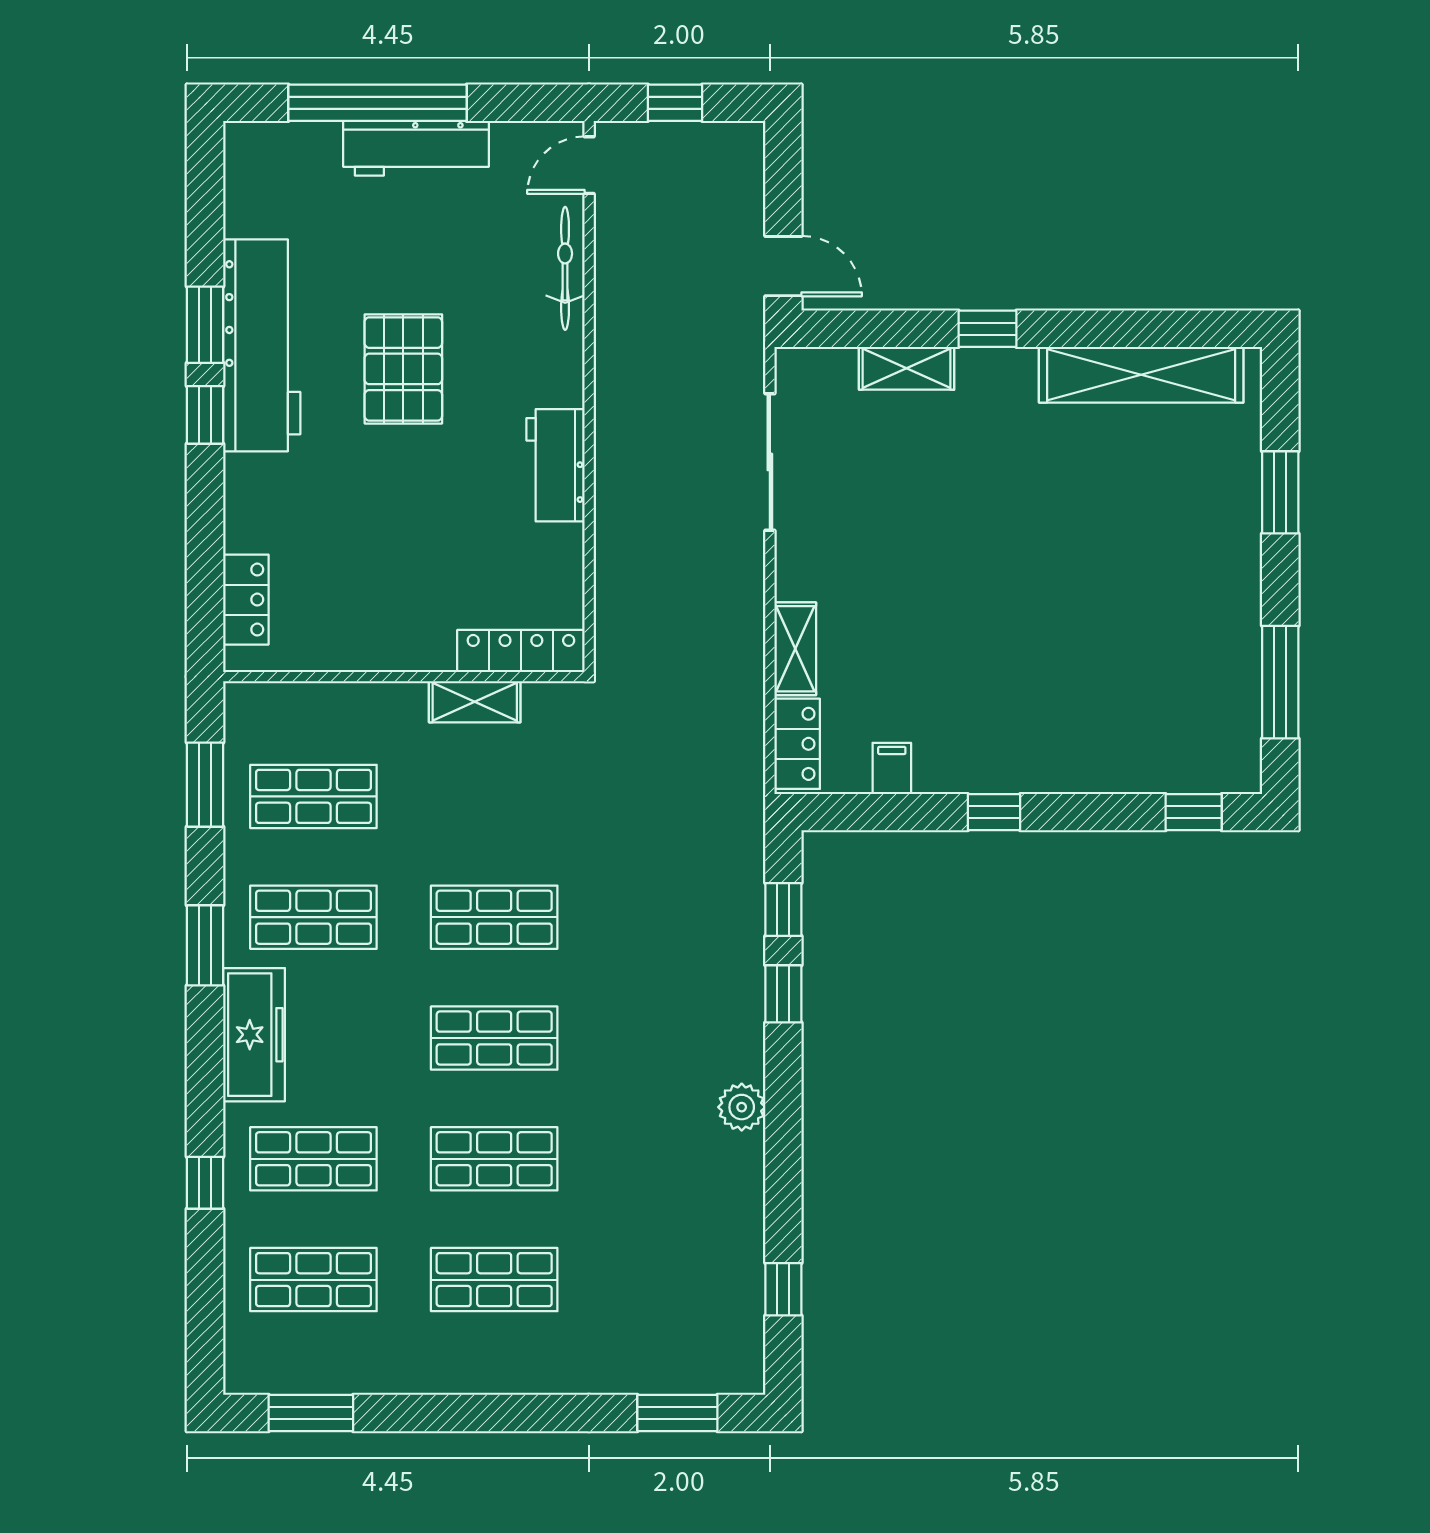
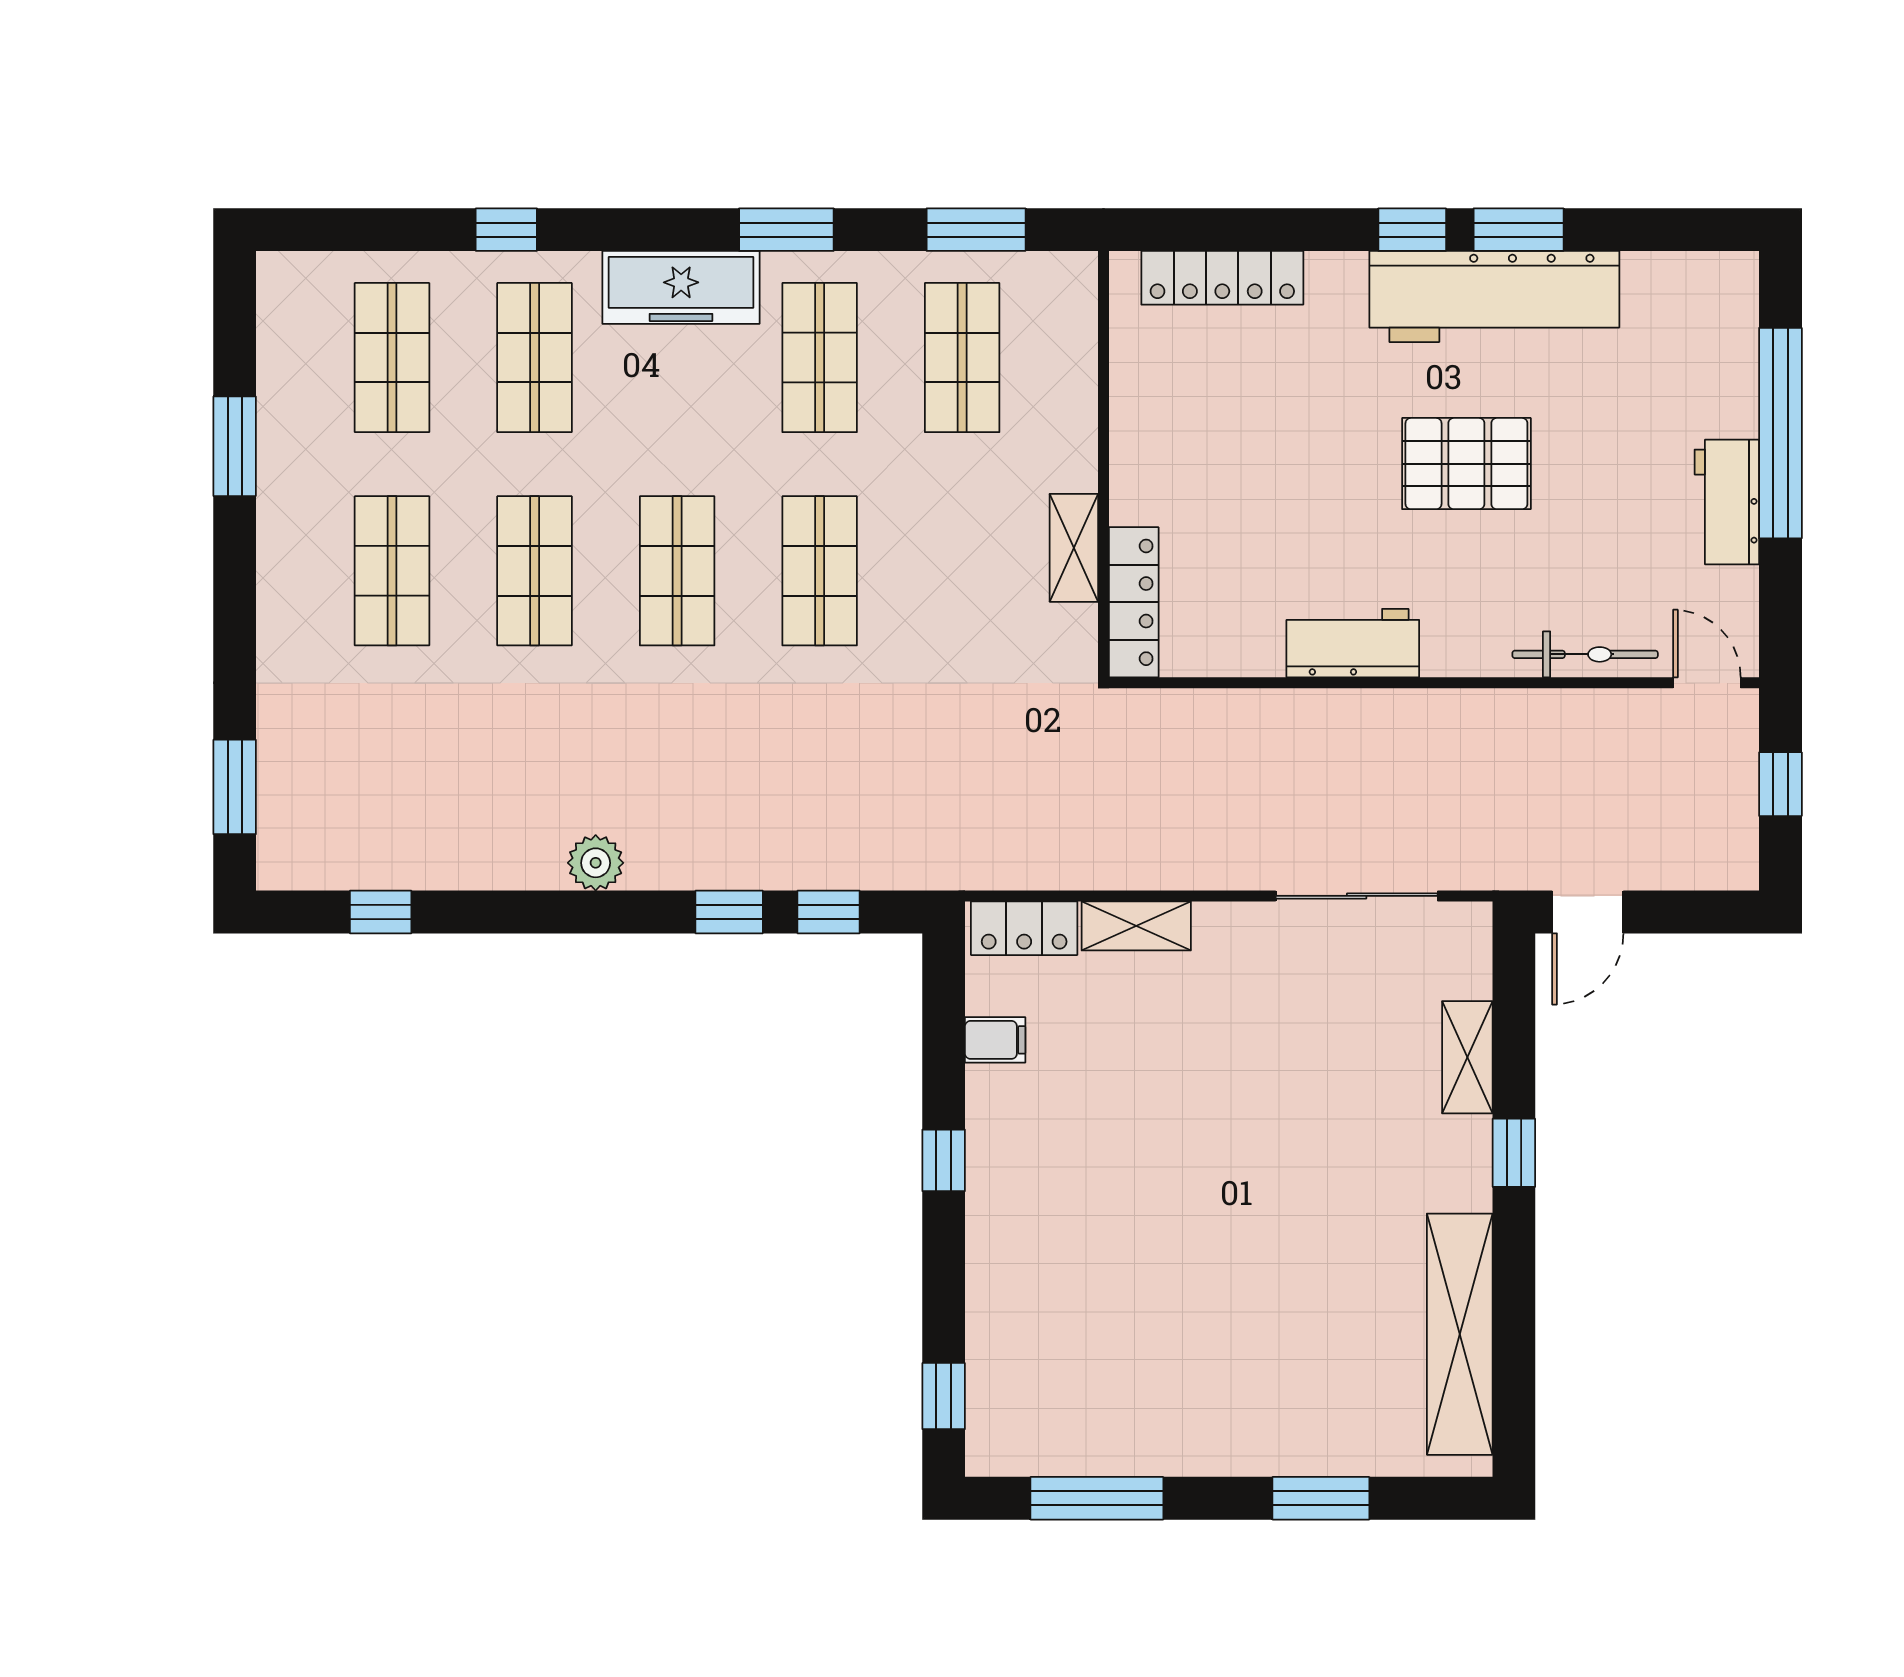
workbench: (416, 148) -> (1727, 502), width x0.73
locker: (246, 600) -> (1222, 278), width x1.53
window: (311, 1413) -> (235, 446), moved

